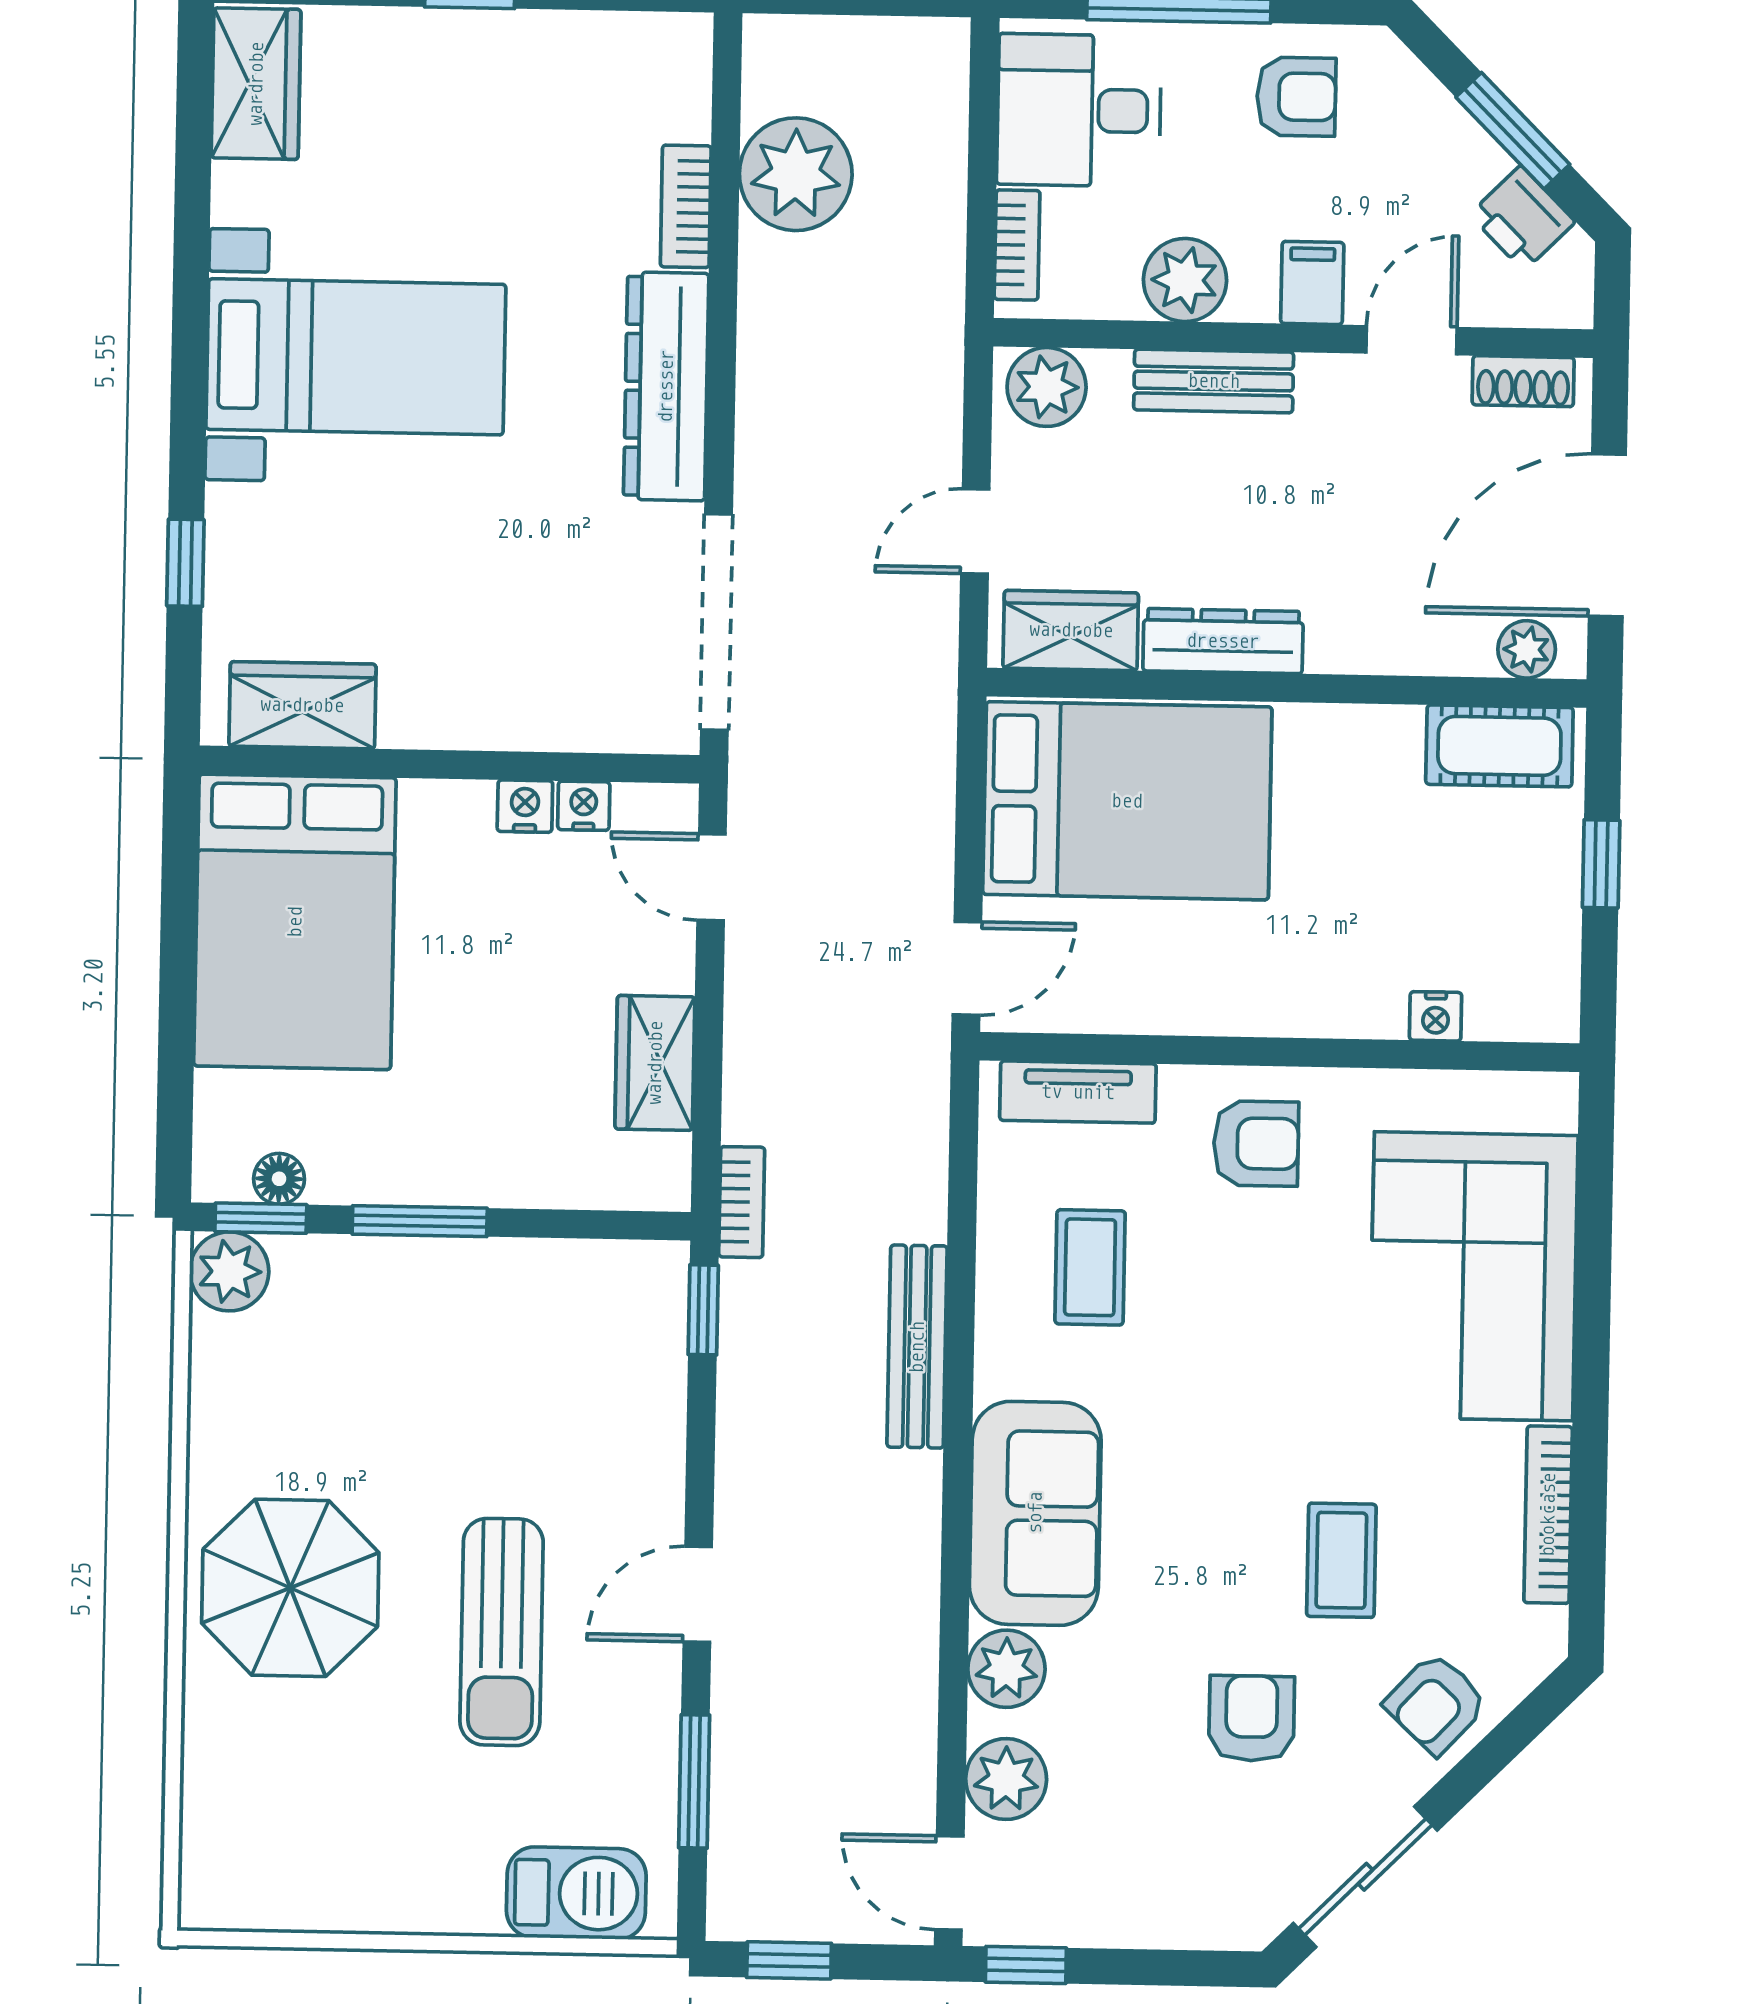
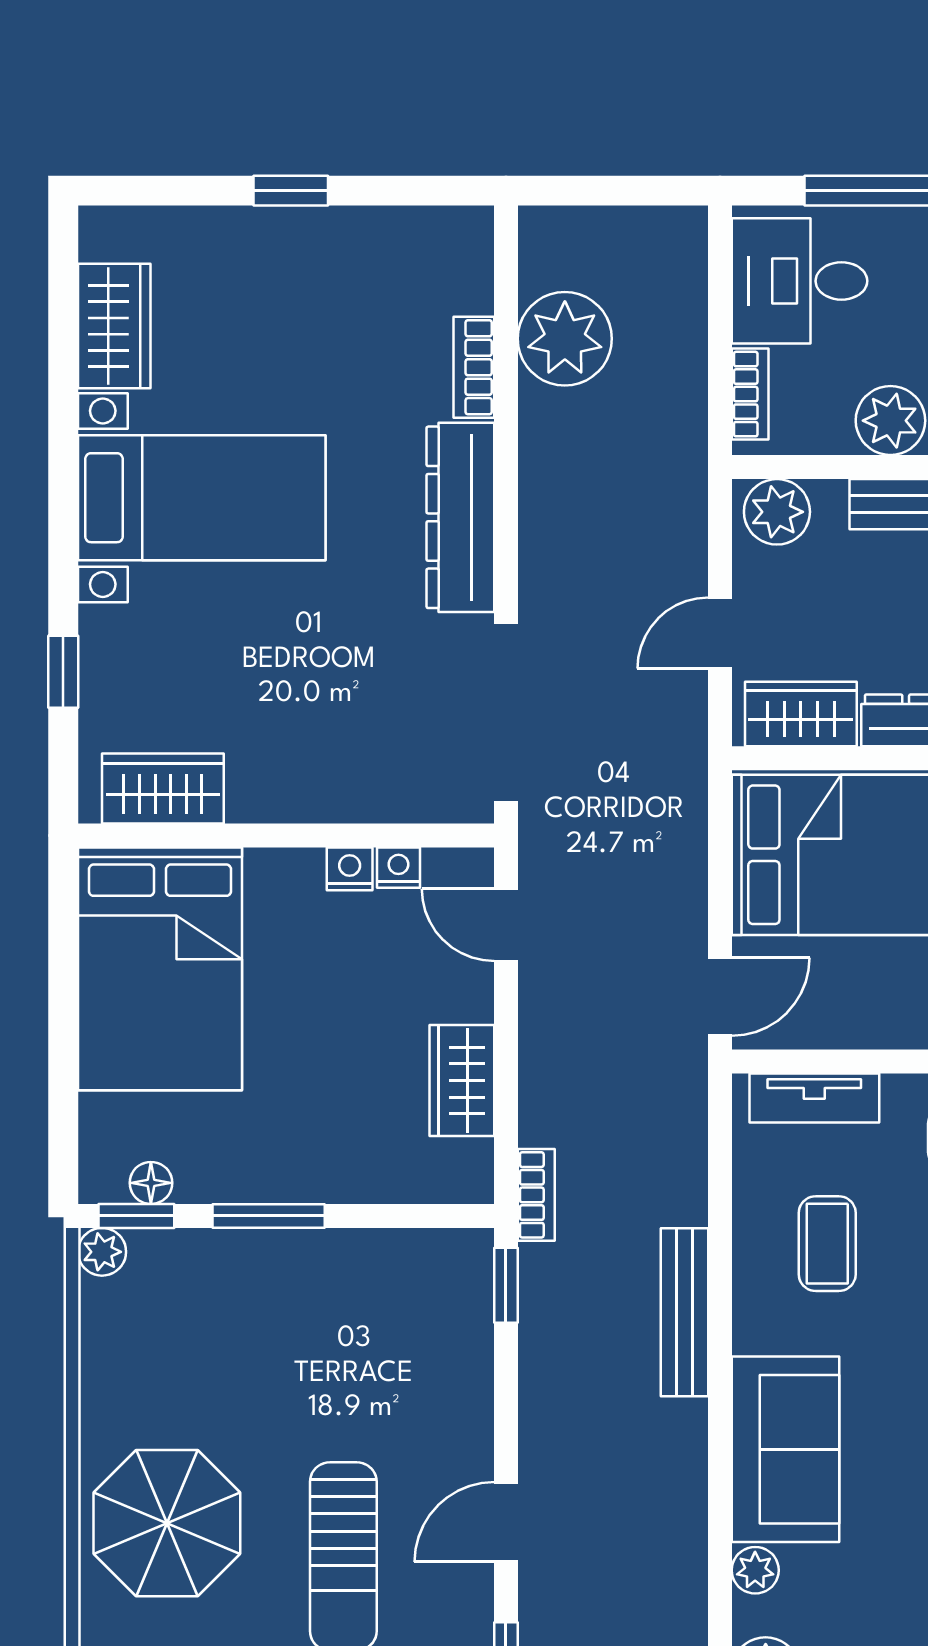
wardrobe: (256, 84) -> (114, 326), moved
plant: (229, 1271) -> (102, 1252), width x0.73, depth x0.73
plant: (1006, 1669) -> (755, 1570), width x0.73, depth x0.73

